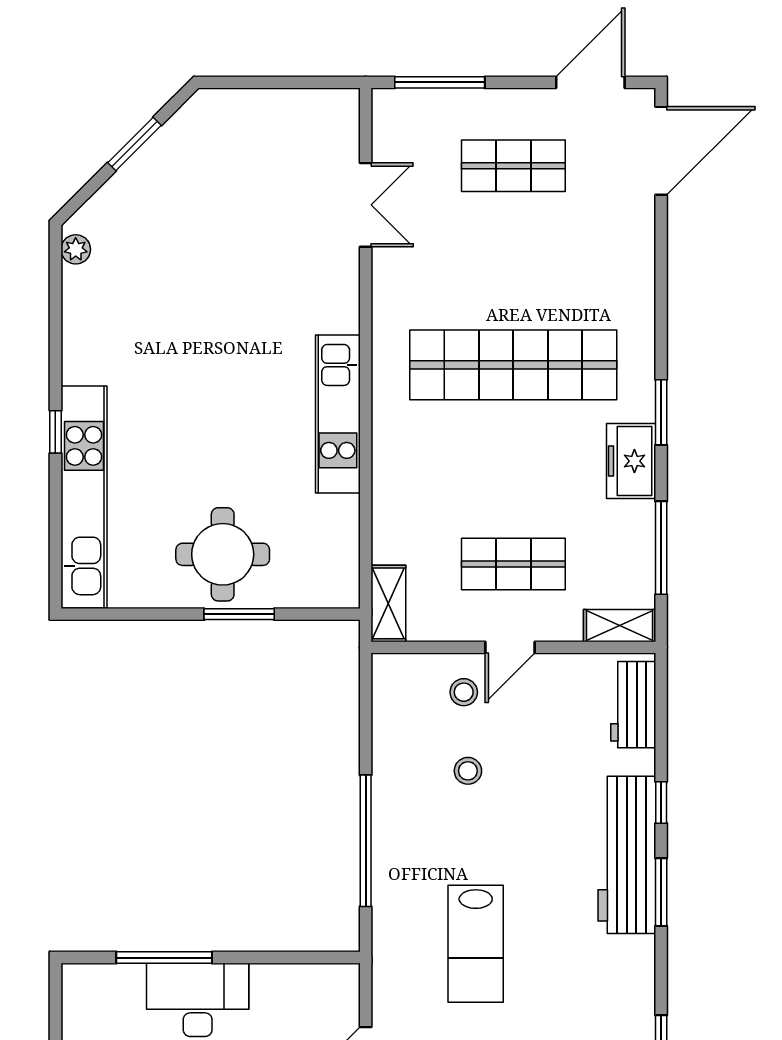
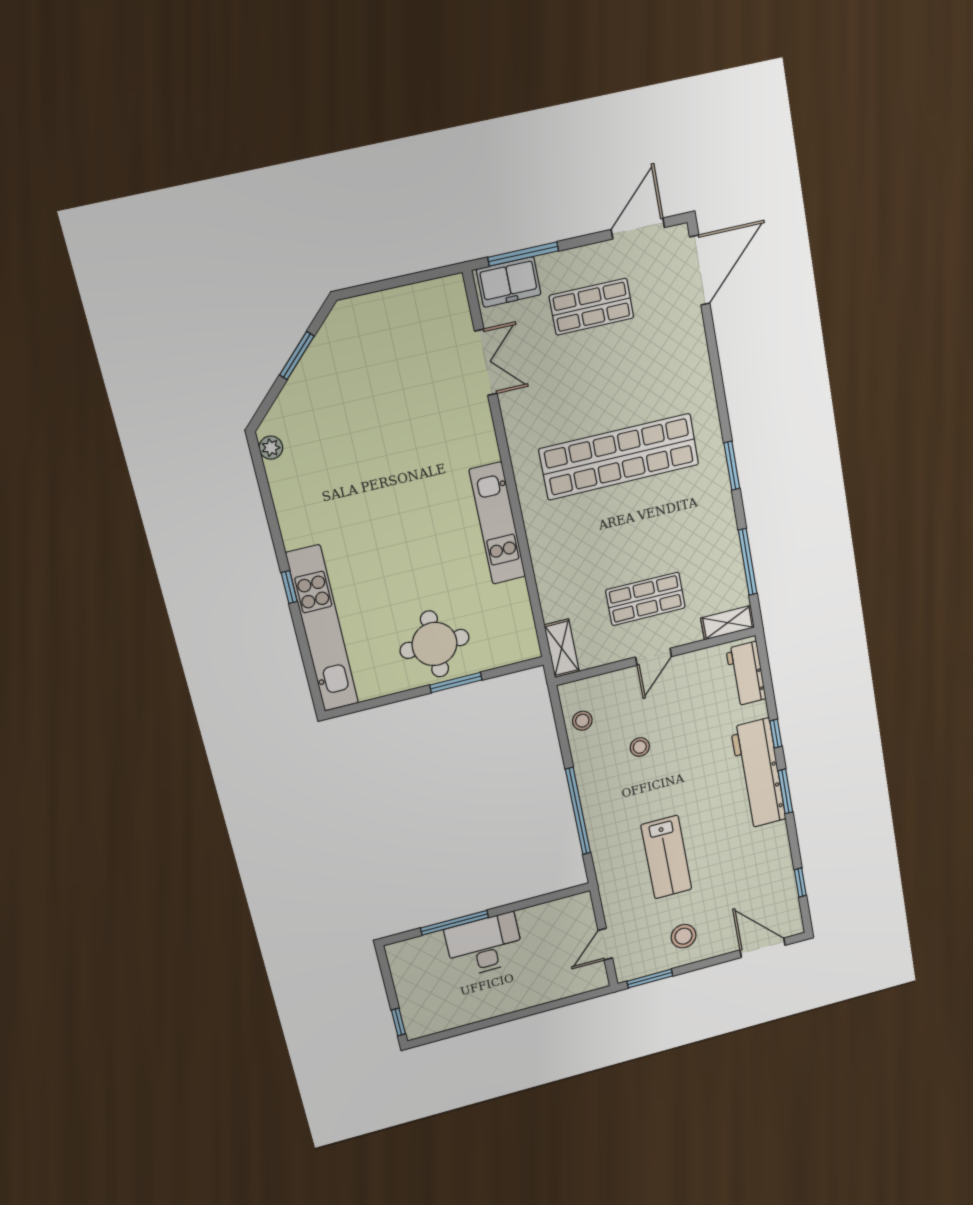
freezer: (631, 461) -> (509, 282), moved, turned -90
stool: (464, 692) -> (582, 721), moved

